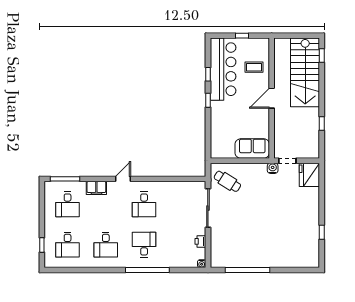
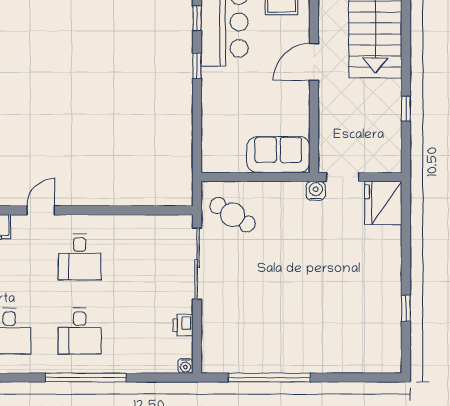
desk: (144, 245) -> (80, 331), turned 180

